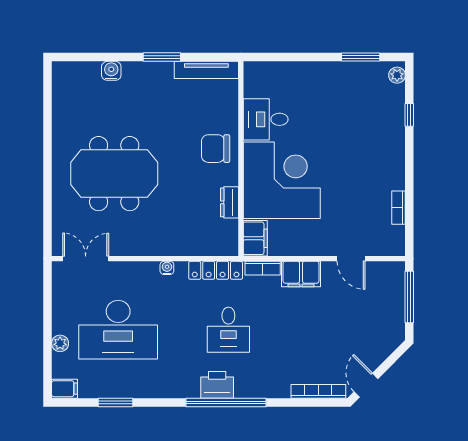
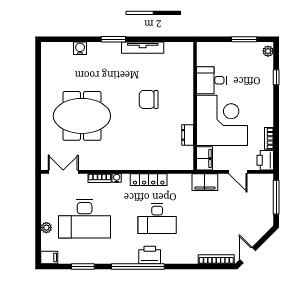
desk: (266, 119) -> (211, 80), moved
wall: (241, 159) -> (195, 106), moved
corner desk: (282, 180) -> (222, 120), moved
dresser: (229, 202) -> (188, 135), moved
filing cabinet: (255, 238) -> (205, 158), moved
printer: (393, 241) -> (265, 160), added
bookcase: (263, 268) -> (100, 178), moved
desk: (228, 330) -> (157, 219), width x1.37
window: (226, 402) -> (138, 267), moved

